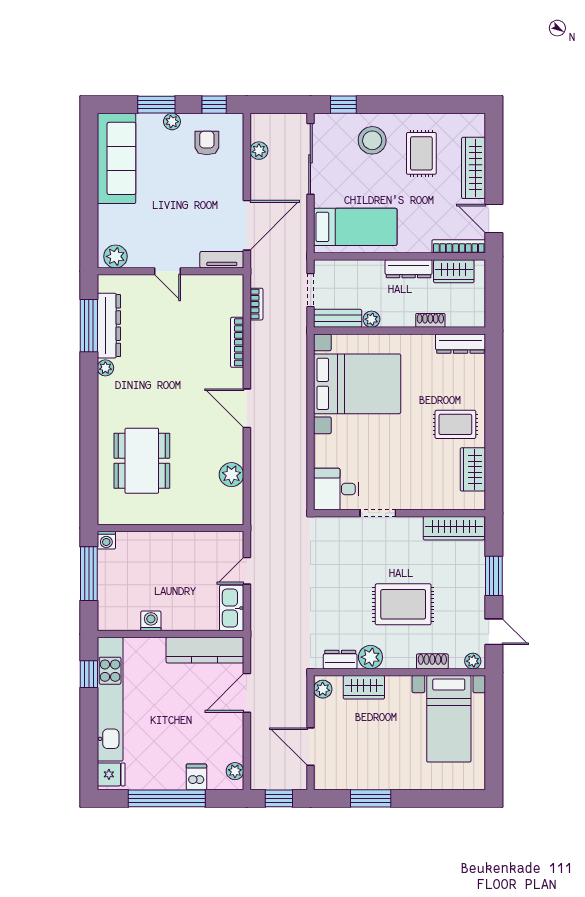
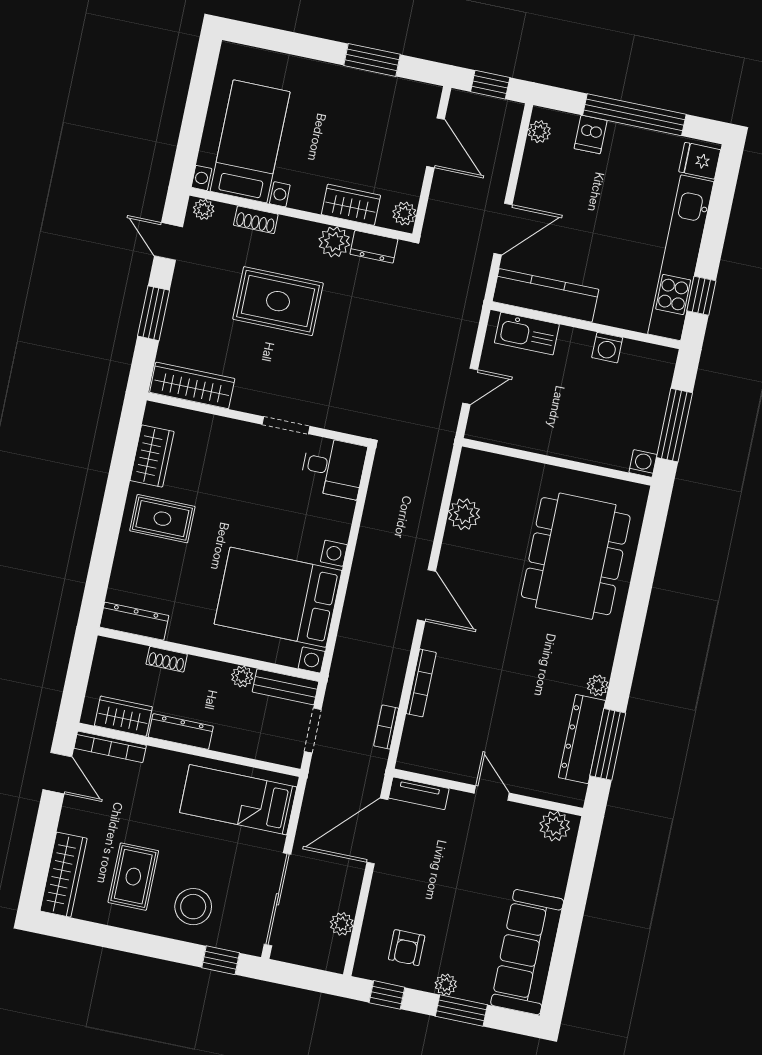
wardrobe: (474, 168) -> (64, 875), moved
dining table: (142, 461) -> (576, 556), width x1.36, depth x1.24
kitchen sink: (232, 608) -> (527, 334), moved, turned 90

